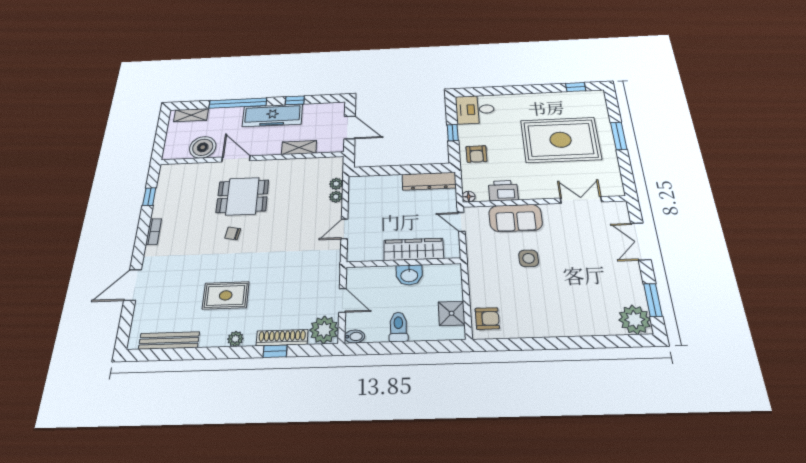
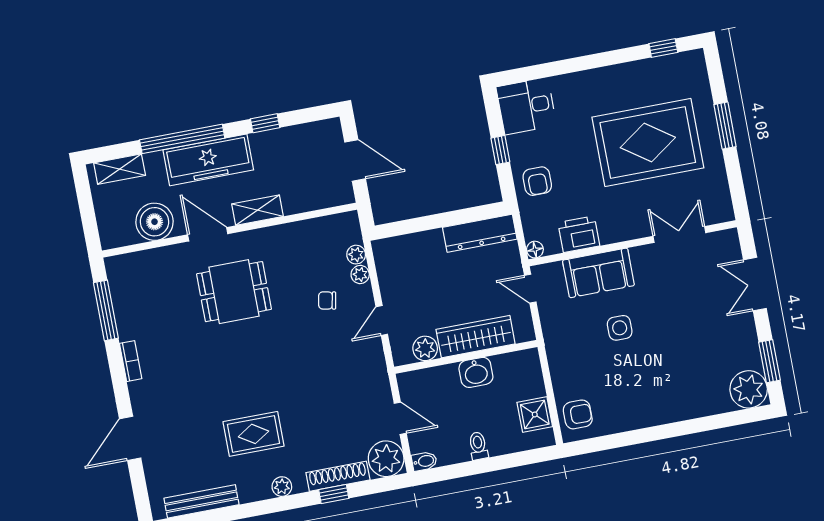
freezer: (272, 115) -> (208, 160), moved
shelving: (299, 148) -> (258, 210), moved
window: (149, 197) -> (106, 310), width x2.17
chair: (233, 233) -> (327, 300), moved
plant: (373, 252) -> (425, 348), added
toilet: (398, 327) -> (478, 446), width x0.73, depth x0.72

